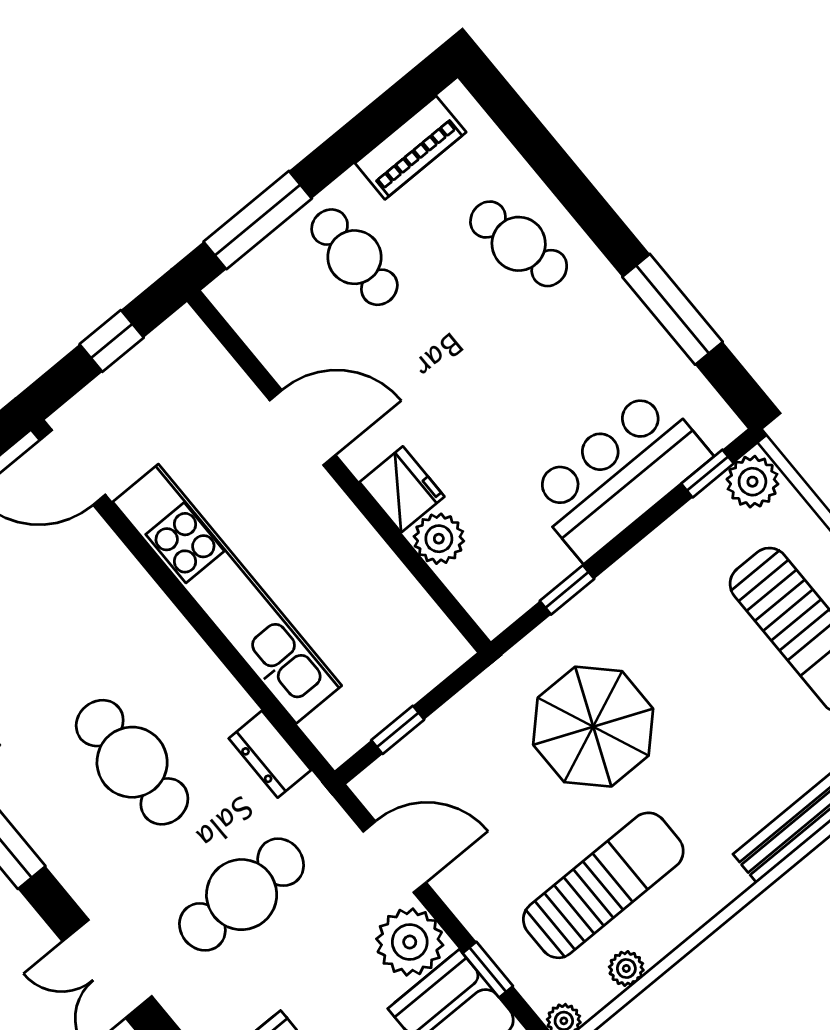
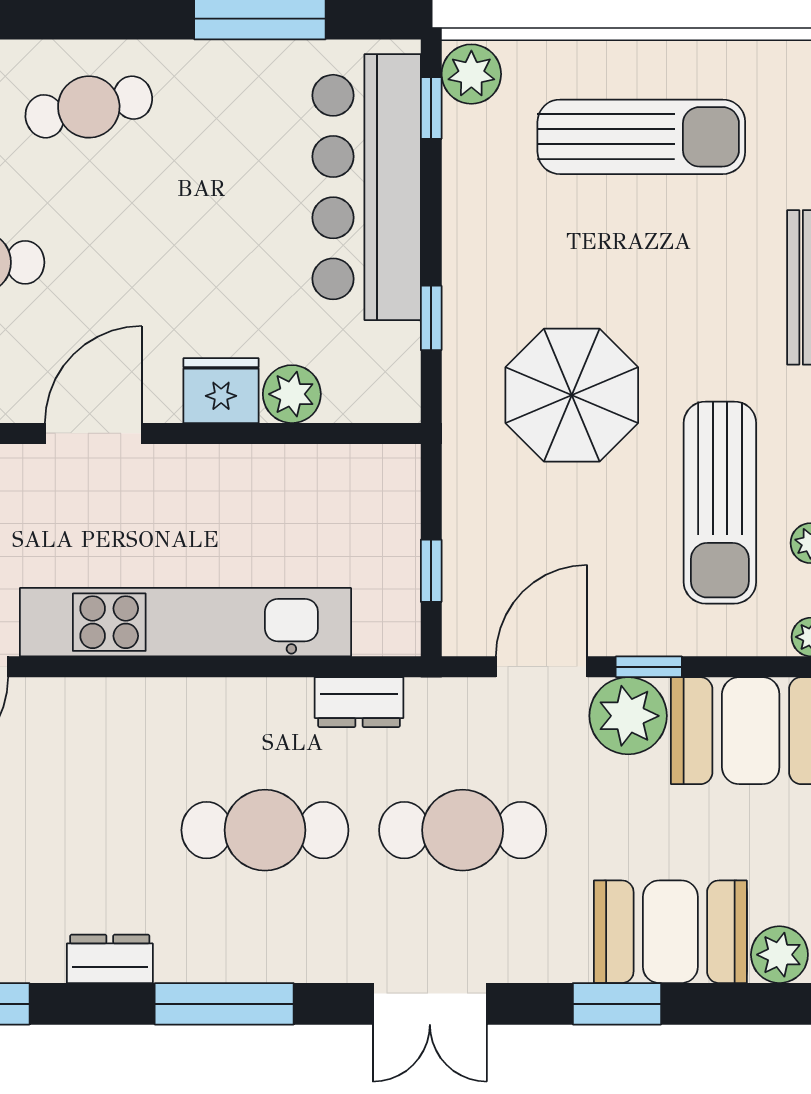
bar counter: (619, 474) -> (367, 187), width x1.36
sun lounger: (603, 885) -> (720, 503), turned 180
cafe table: (242, 895) -> (463, 830), turned 90
window: (488, 970) -> (649, 667), moved

